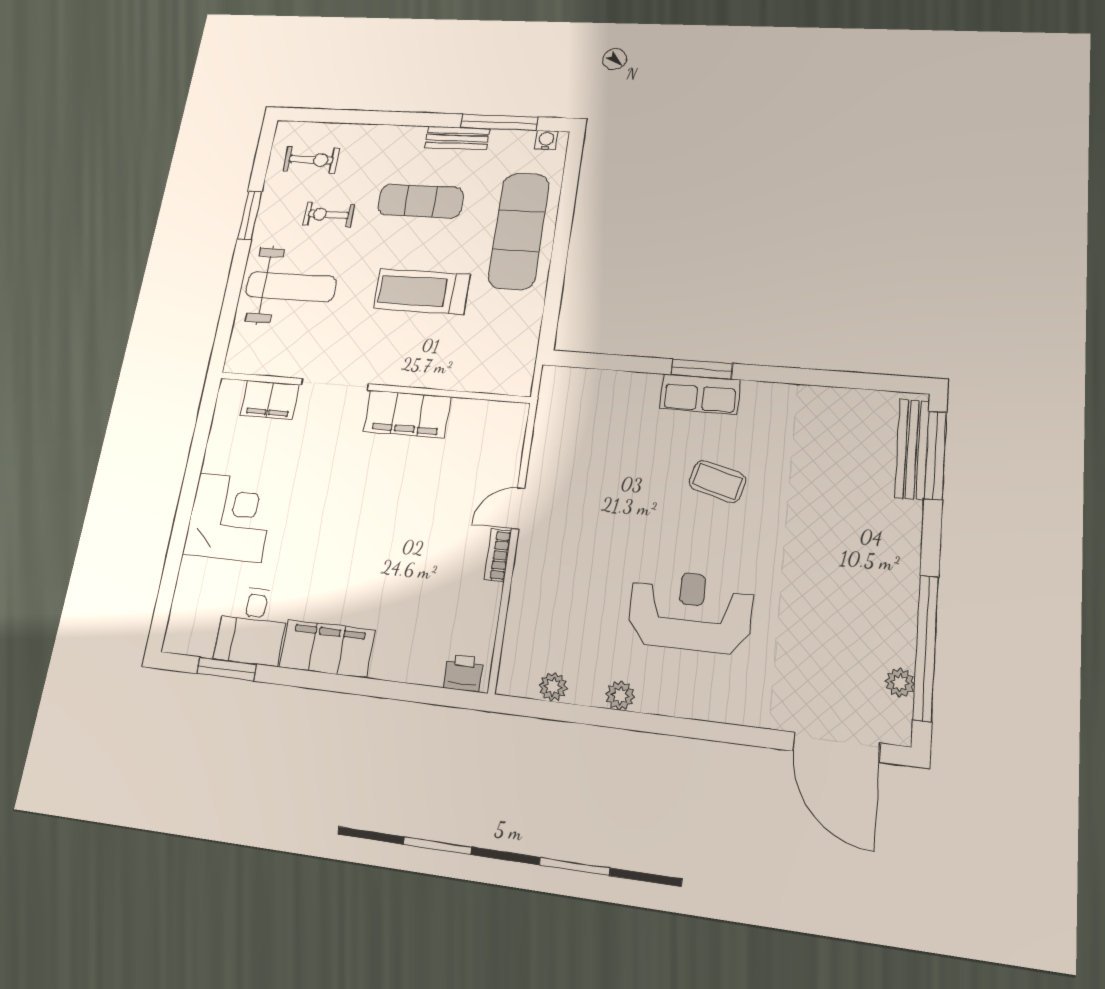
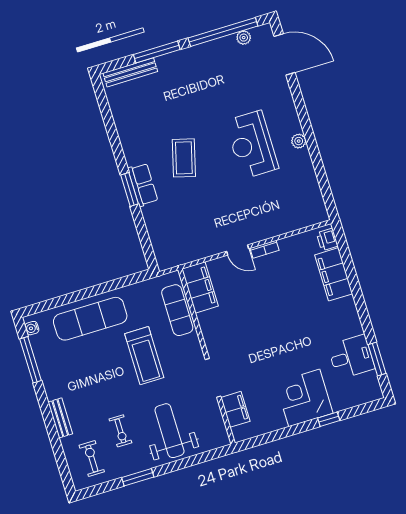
bench: (457, 138) -> (60, 418), moved
exercise mat: (420, 201) -> (177, 310), moved
filing cabinet: (407, 414) -> (200, 287), moved
window: (936, 455) -> (157, 52), moved
coffee table: (717, 481) -> (184, 158), width x1.36, depth x1.30
window: (177, 543) -> (329, 419), added
filing cabinet: (327, 649) -> (334, 274), moved
plant: (553, 687) -> (315, 194), removed
plant: (620, 695) -> (299, 141), moved
door: (836, 747) -> (285, 54), hinge flipped

